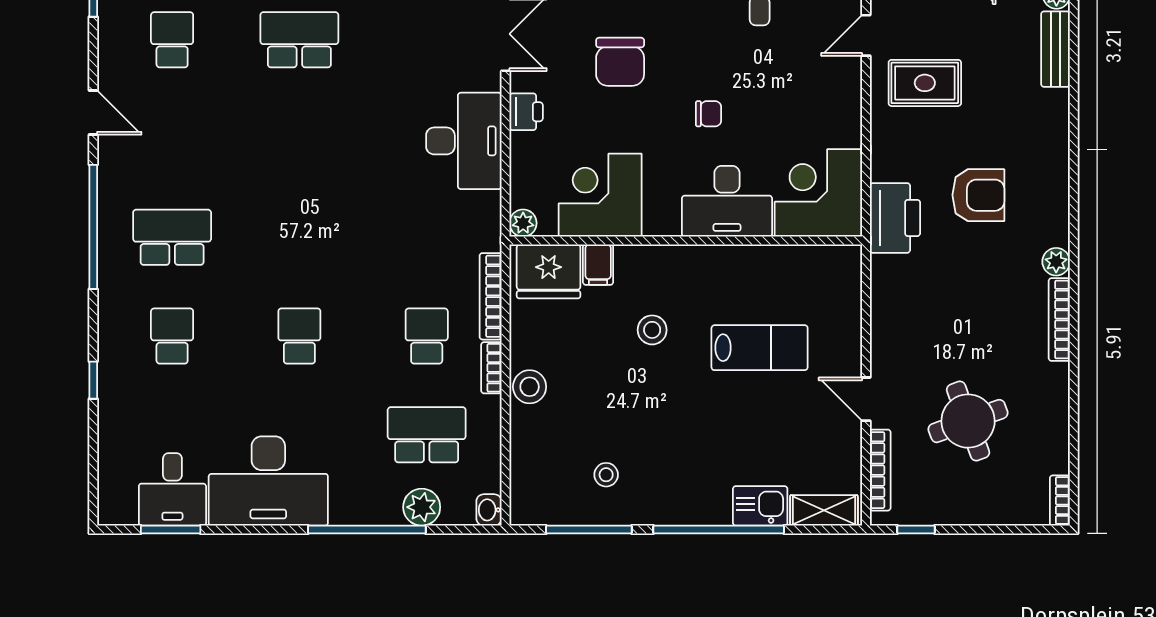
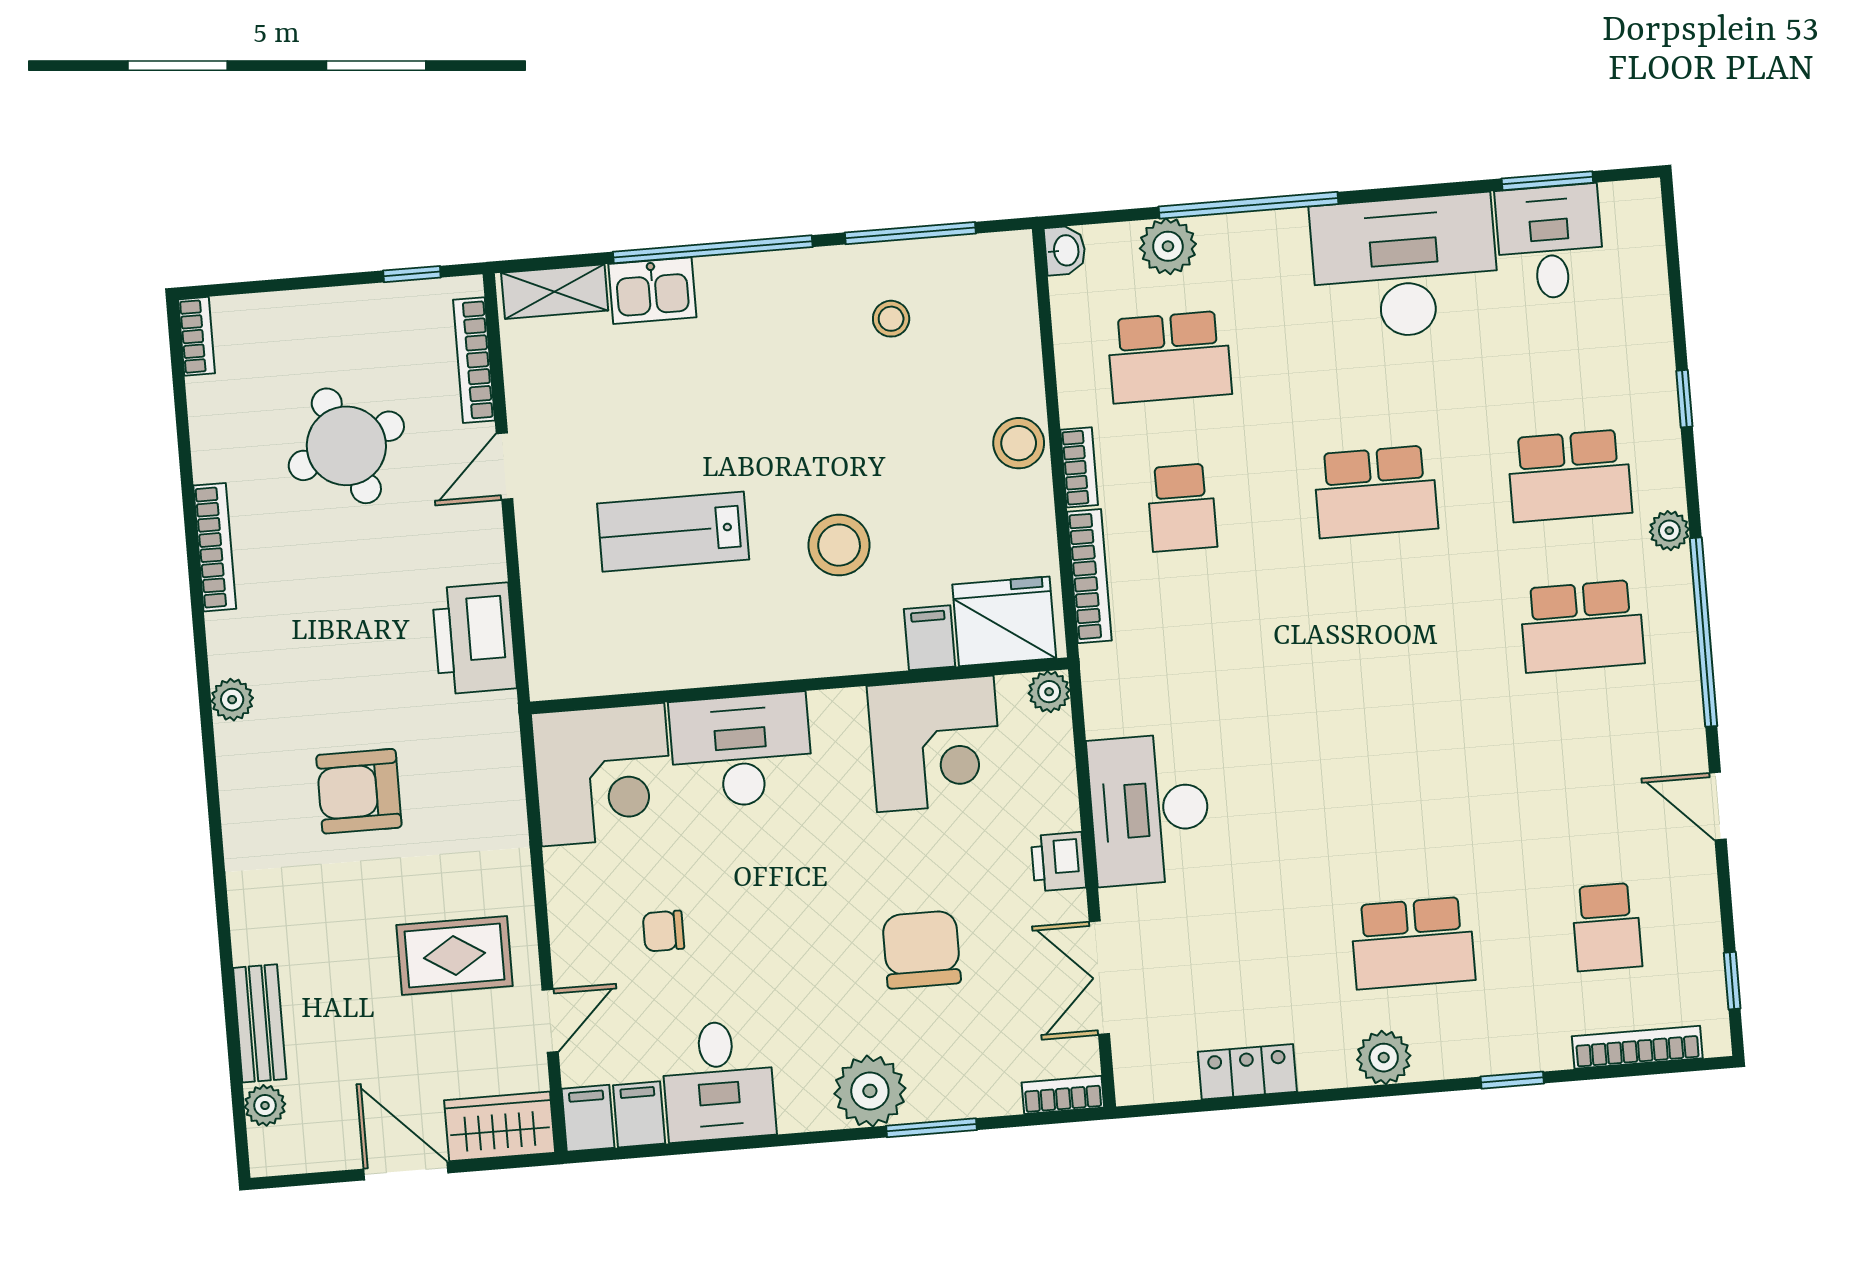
chair: (709, 114) -> (663, 931), moved
printer: (895, 218) -> (474, 638), moved
plant: (110, 295) -> (1669, 531), added
bookcase: (1059, 320) -> (215, 547), moved
stool: (652, 330) -> (839, 545), width x1.38, depth x1.38
school desk: (172, 336) -> (1570, 476), width x1.85
school desk: (299, 336) -> (1376, 492), width x1.85
door: (866, 399) -> (505, 466), swing flipped

